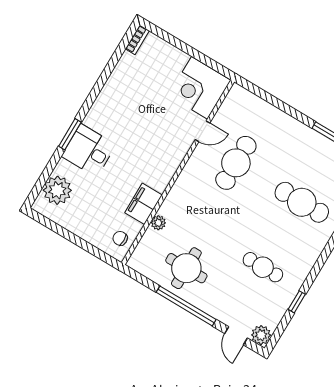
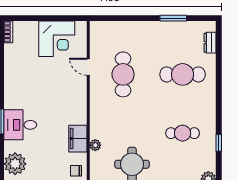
corner desk: (200, 88) -> (57, 39), moved, turned -90
door: (202, 131) -> (88, 67), swing flipped

